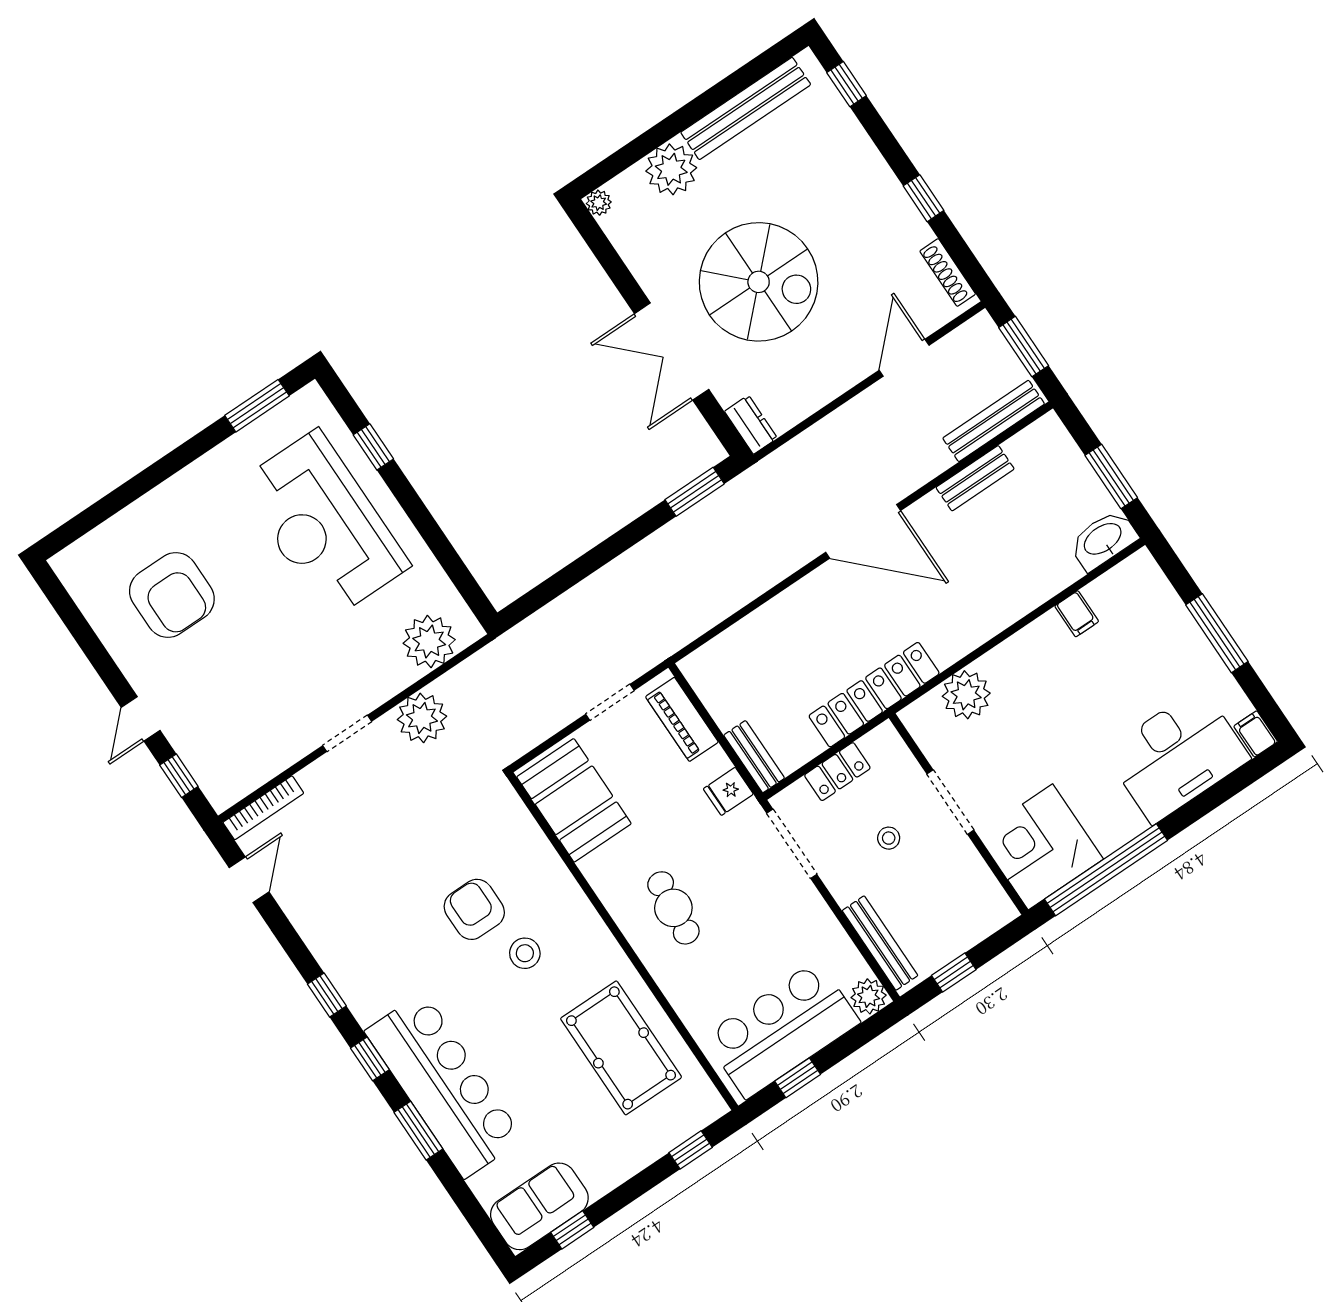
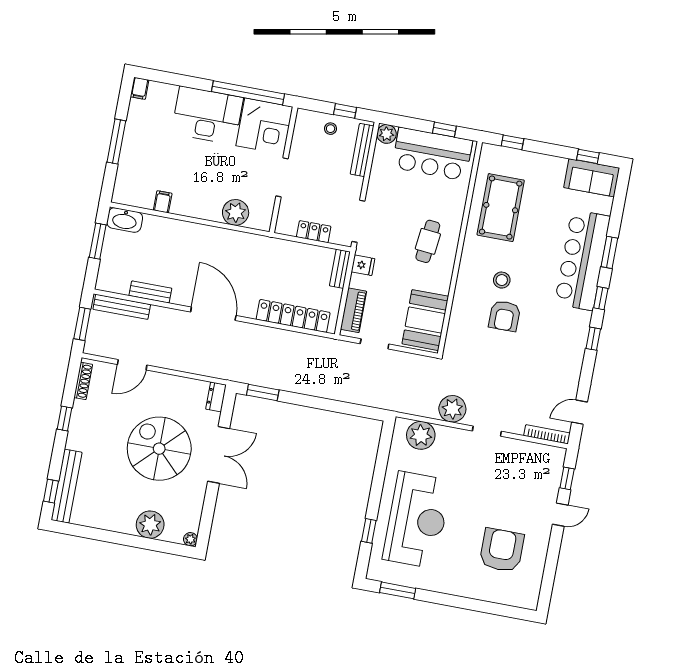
bench: (746, 108) -> (67, 486), moved, turned 90
locker: (874, 695) -> (293, 316), moved, turned 180
desk: (1177, 755) -> (207, 115), moved
stool: (889, 838) -> (331, 129), moved

